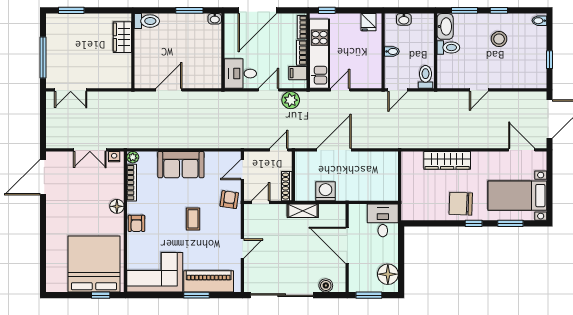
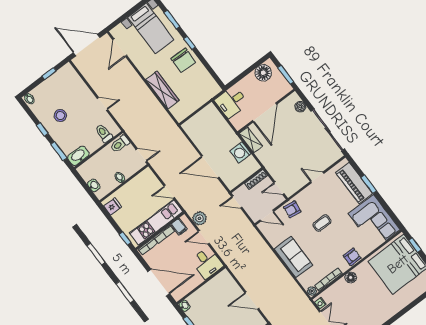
toilet: (448, 48) -> (104, 133), moved
shelving: (303, 211) -> (251, 140), moved

